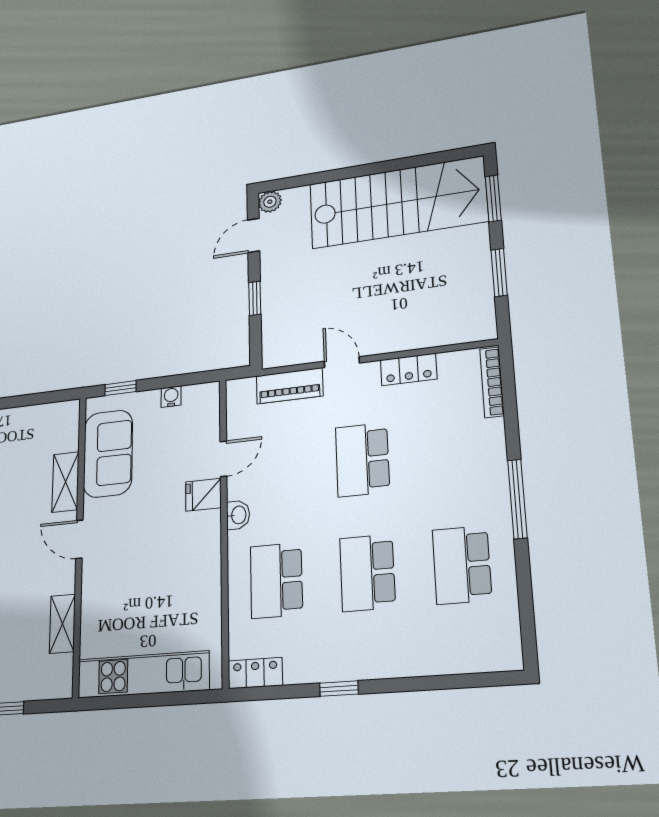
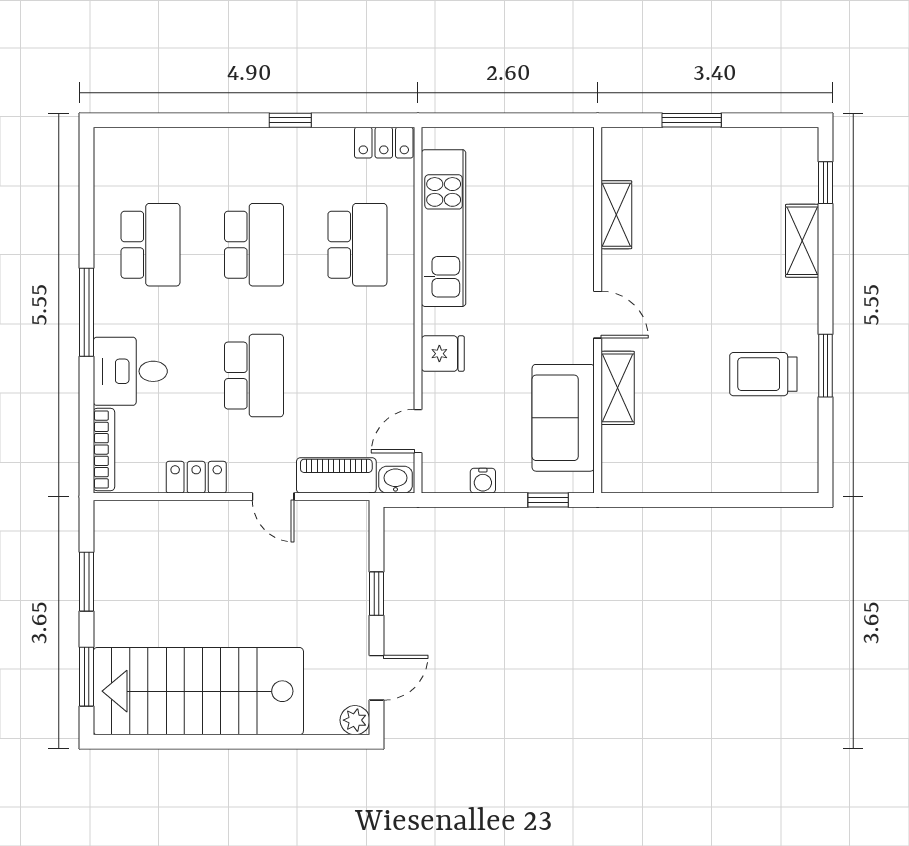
desk: (473, 451) -> (130, 371), added
door: (223, 459) -> (418, 431), moved
washbasin: (238, 515) -> (395, 480), moved, turned 90
kitchen unit: (143, 675) -> (444, 228), moved, turned -90

